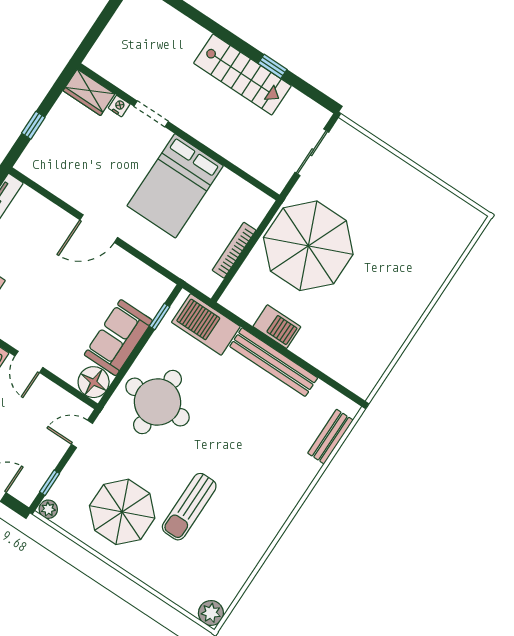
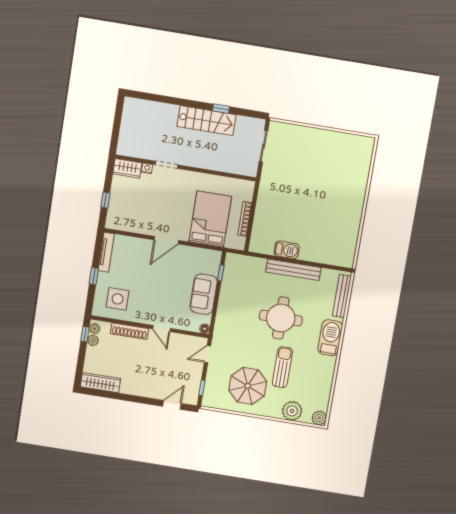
bed: (175, 186) -> (210, 219), moved, turned 180
parasol: (308, 246) -> (284, 198), removed
barbecue: (206, 324) -> (330, 338), moved, turned 90
floor lamp: (94, 382) -> (205, 329), width x0.53, depth x0.53
round table: (157, 402) -> (281, 318), moved
bench: (330, 437) -> (342, 296), width x1.36
sun lounger: (189, 507) -> (282, 367), turned 180
plant: (48, 509) -> (292, 411), moved, width x1.88, depth x1.88

